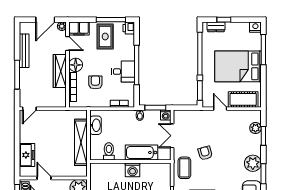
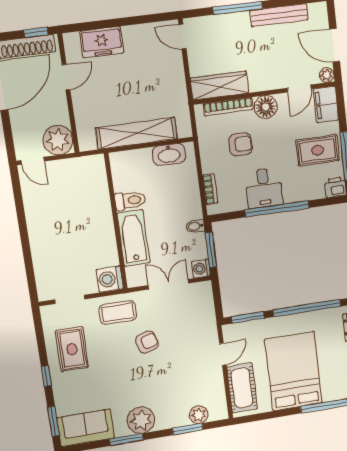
wardrobe: (60, 71) -> (219, 86), moved
toilet: (109, 151) -> (130, 200), moved
washing machine: (133, 170) -> (110, 279), moved

